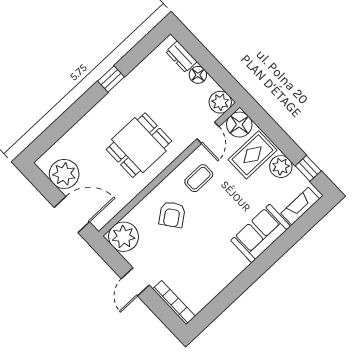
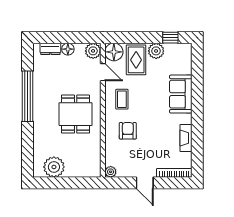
window: (111, 79) -> (28, 96), width x3.17
fireplace: (300, 206) -> (186, 138), moved
door: (72, 215) -> (79, 183), removed
armchair: (172, 215) -> (128, 131), turned -143
plant: (124, 237) -> (111, 172), width x0.53, depth x0.53

